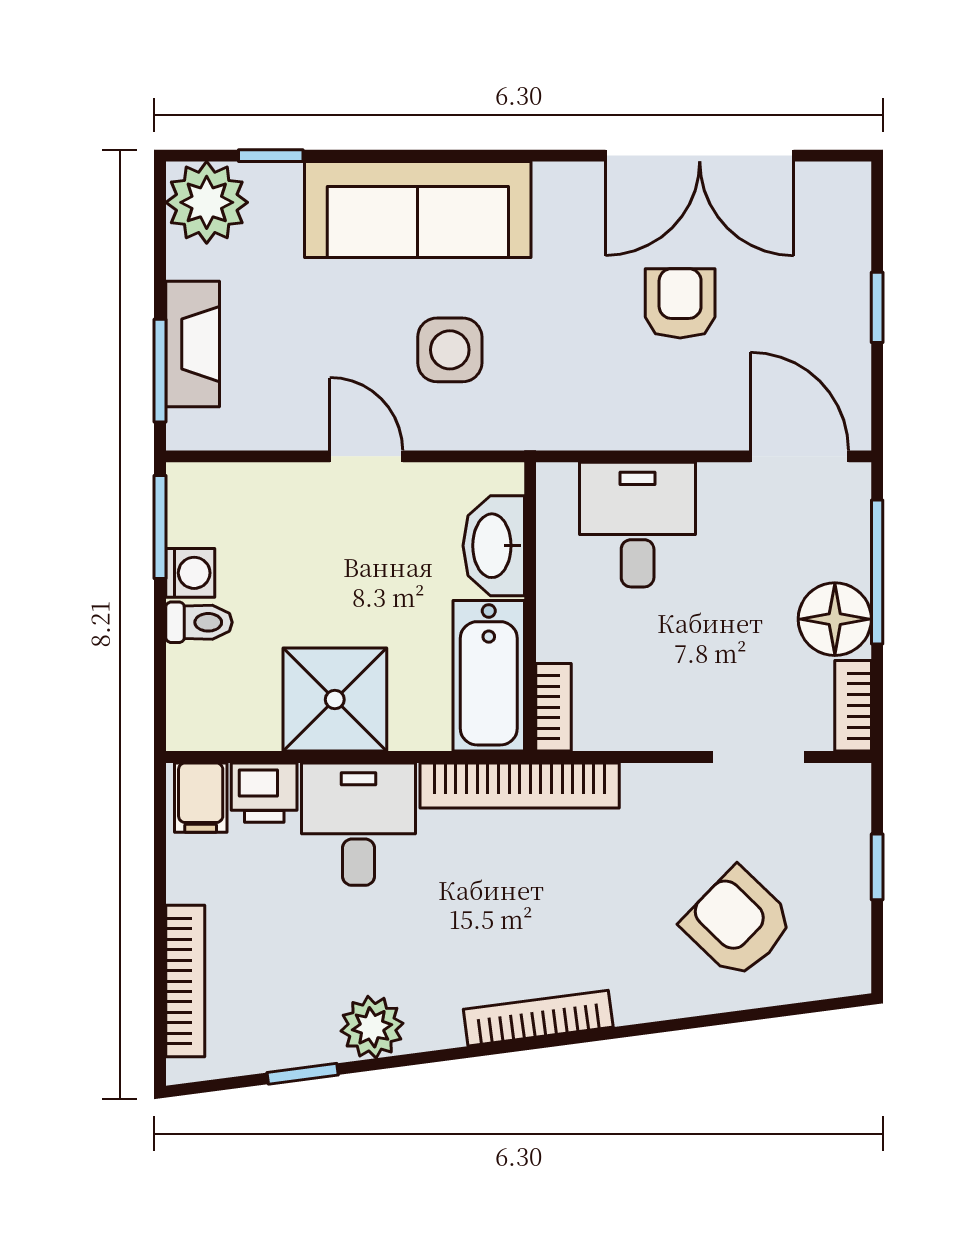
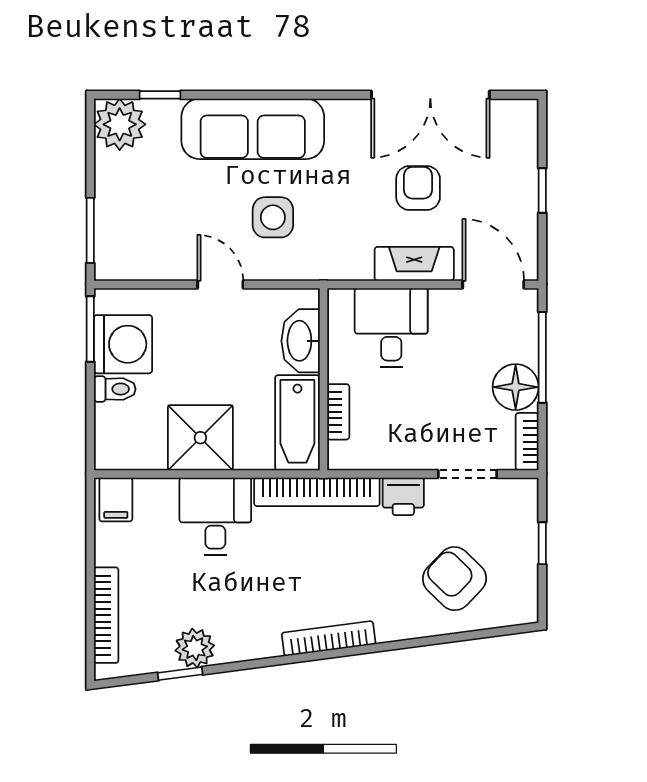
fireplace: (193, 344) -> (414, 264), moved, turned -90
washing machine: (190, 573) -> (123, 344), width x1.89, depth x1.89
bookcase: (553, 707) -> (338, 412), moved
printer: (264, 793) -> (403, 496), moved
plant: (372, 1027) -> (195, 648), moved

